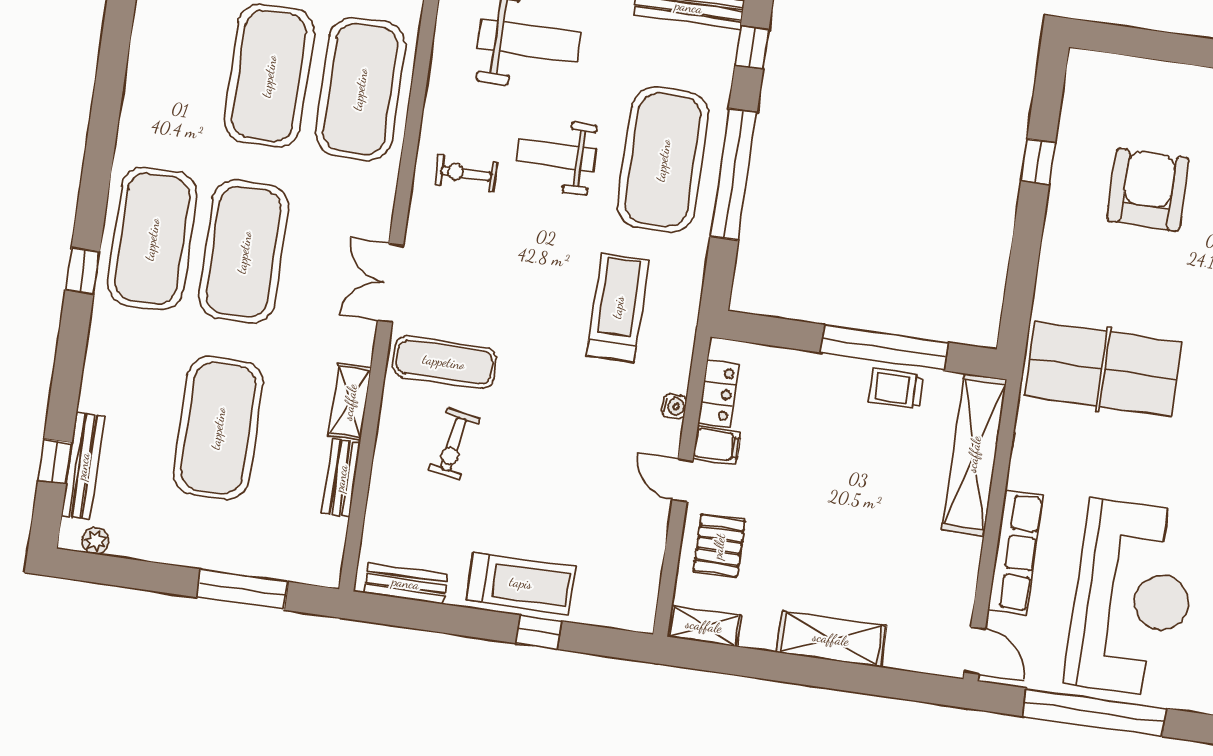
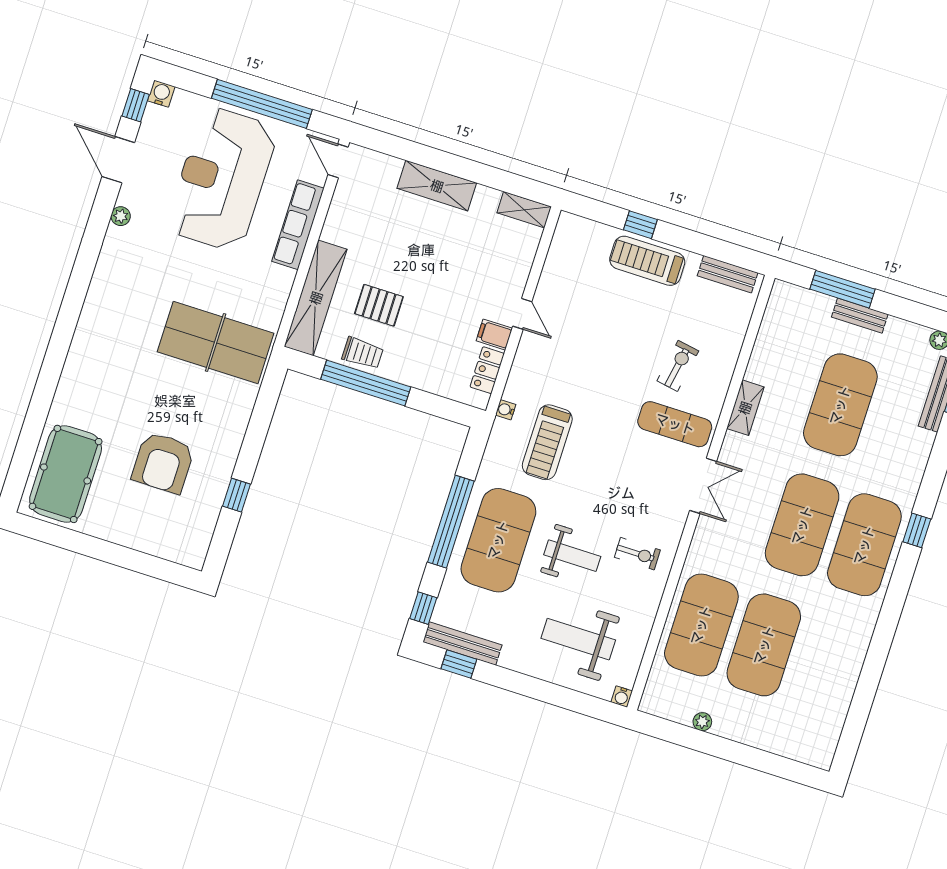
water cooler: (674, 406) -> (506, 410), moved
bench: (341, 478) -> (860, 316), moved, turned 90
pallet: (719, 546) -> (379, 305), moved, turned 90

